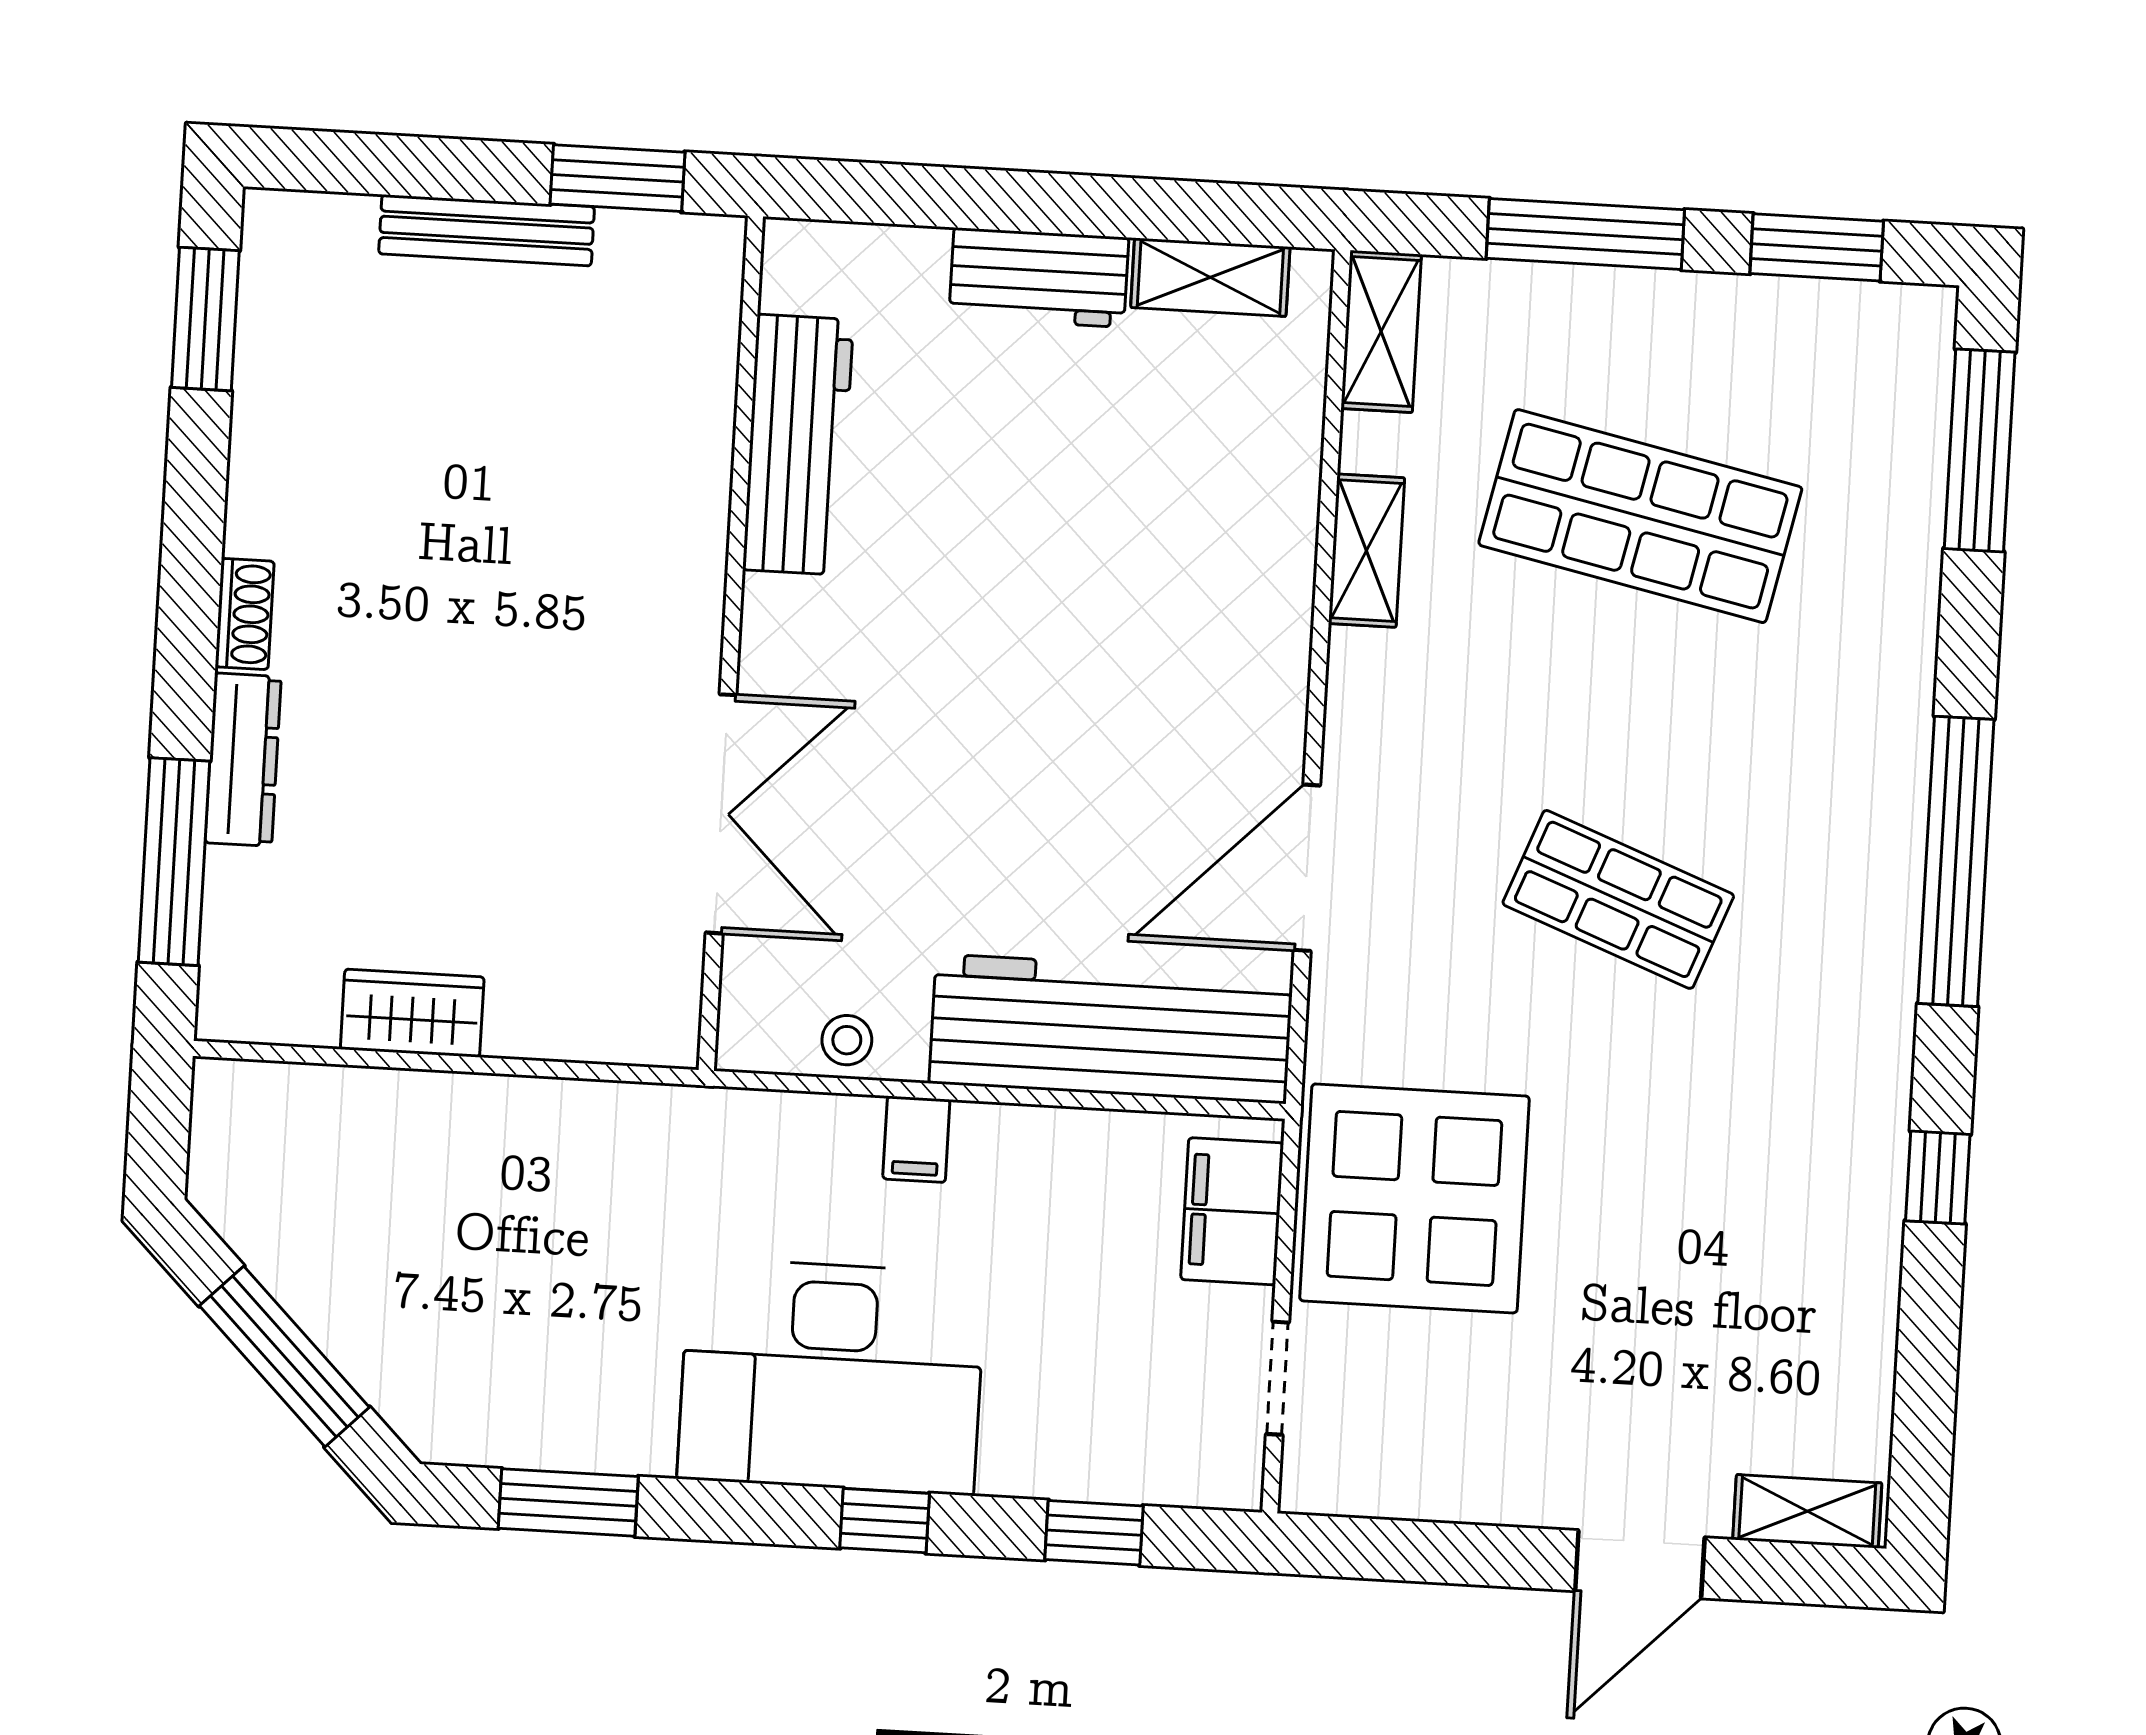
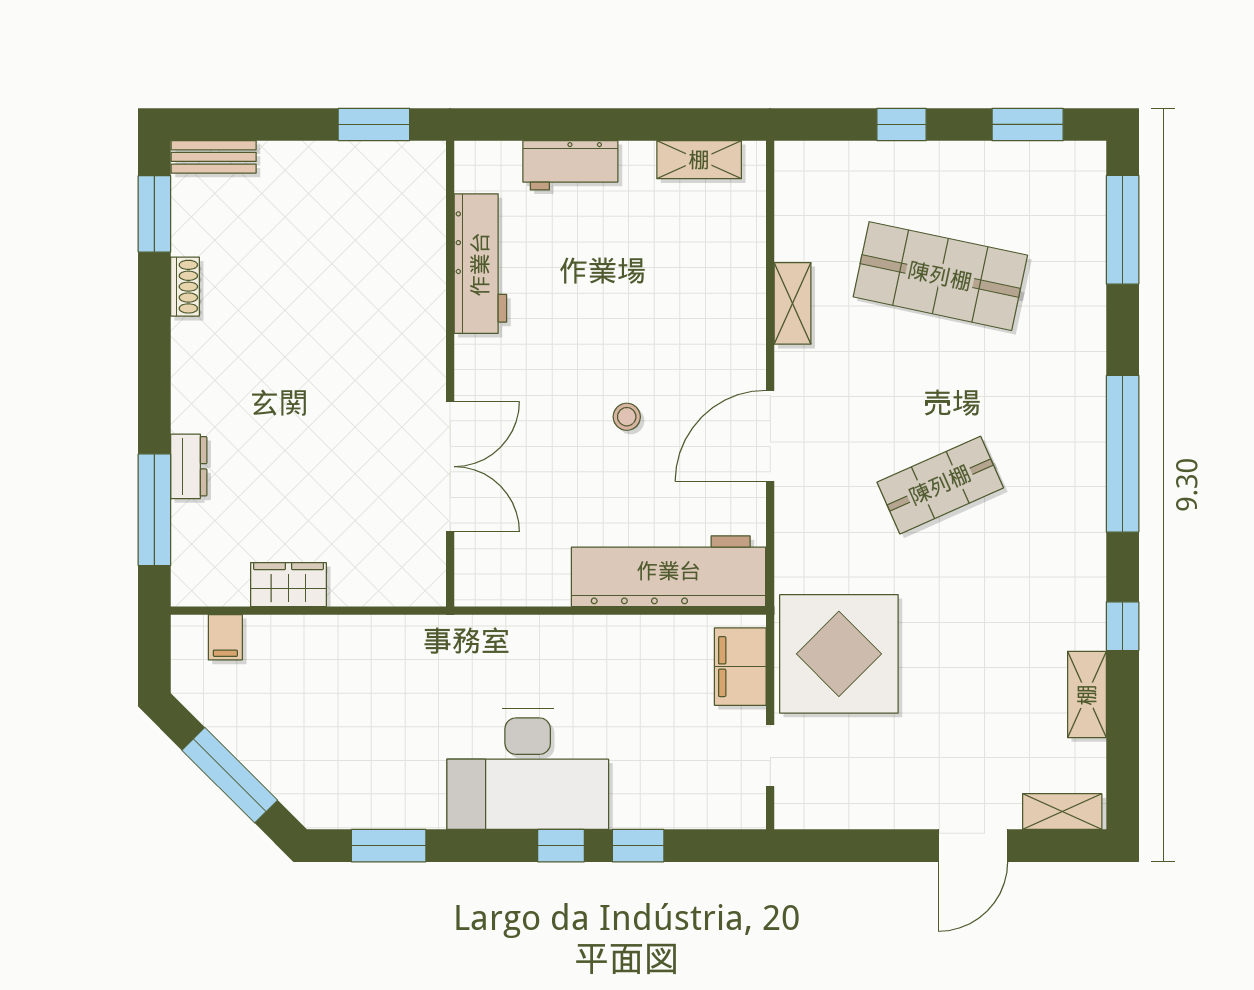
bench: (487, 230) -> (214, 157), moved, width x0.73
window: (1585, 234) -> (902, 124), width x0.46
workbench: (1039, 278) -> (570, 165), moved
shelving: (1381, 331) -> (1087, 695), moved
shoe rack: (245, 614) -> (185, 287), moved
dresser: (243, 760) -> (189, 466), width x0.70
door: (1307, 868) -> (770, 436), moved
shop shelf: (1618, 899) -> (940, 485), turned -45
stool: (847, 1040) -> (627, 417), moved
filing cabinet: (916, 1139) -> (225, 637), moved
window: (1094, 1533) -> (638, 846), moved

